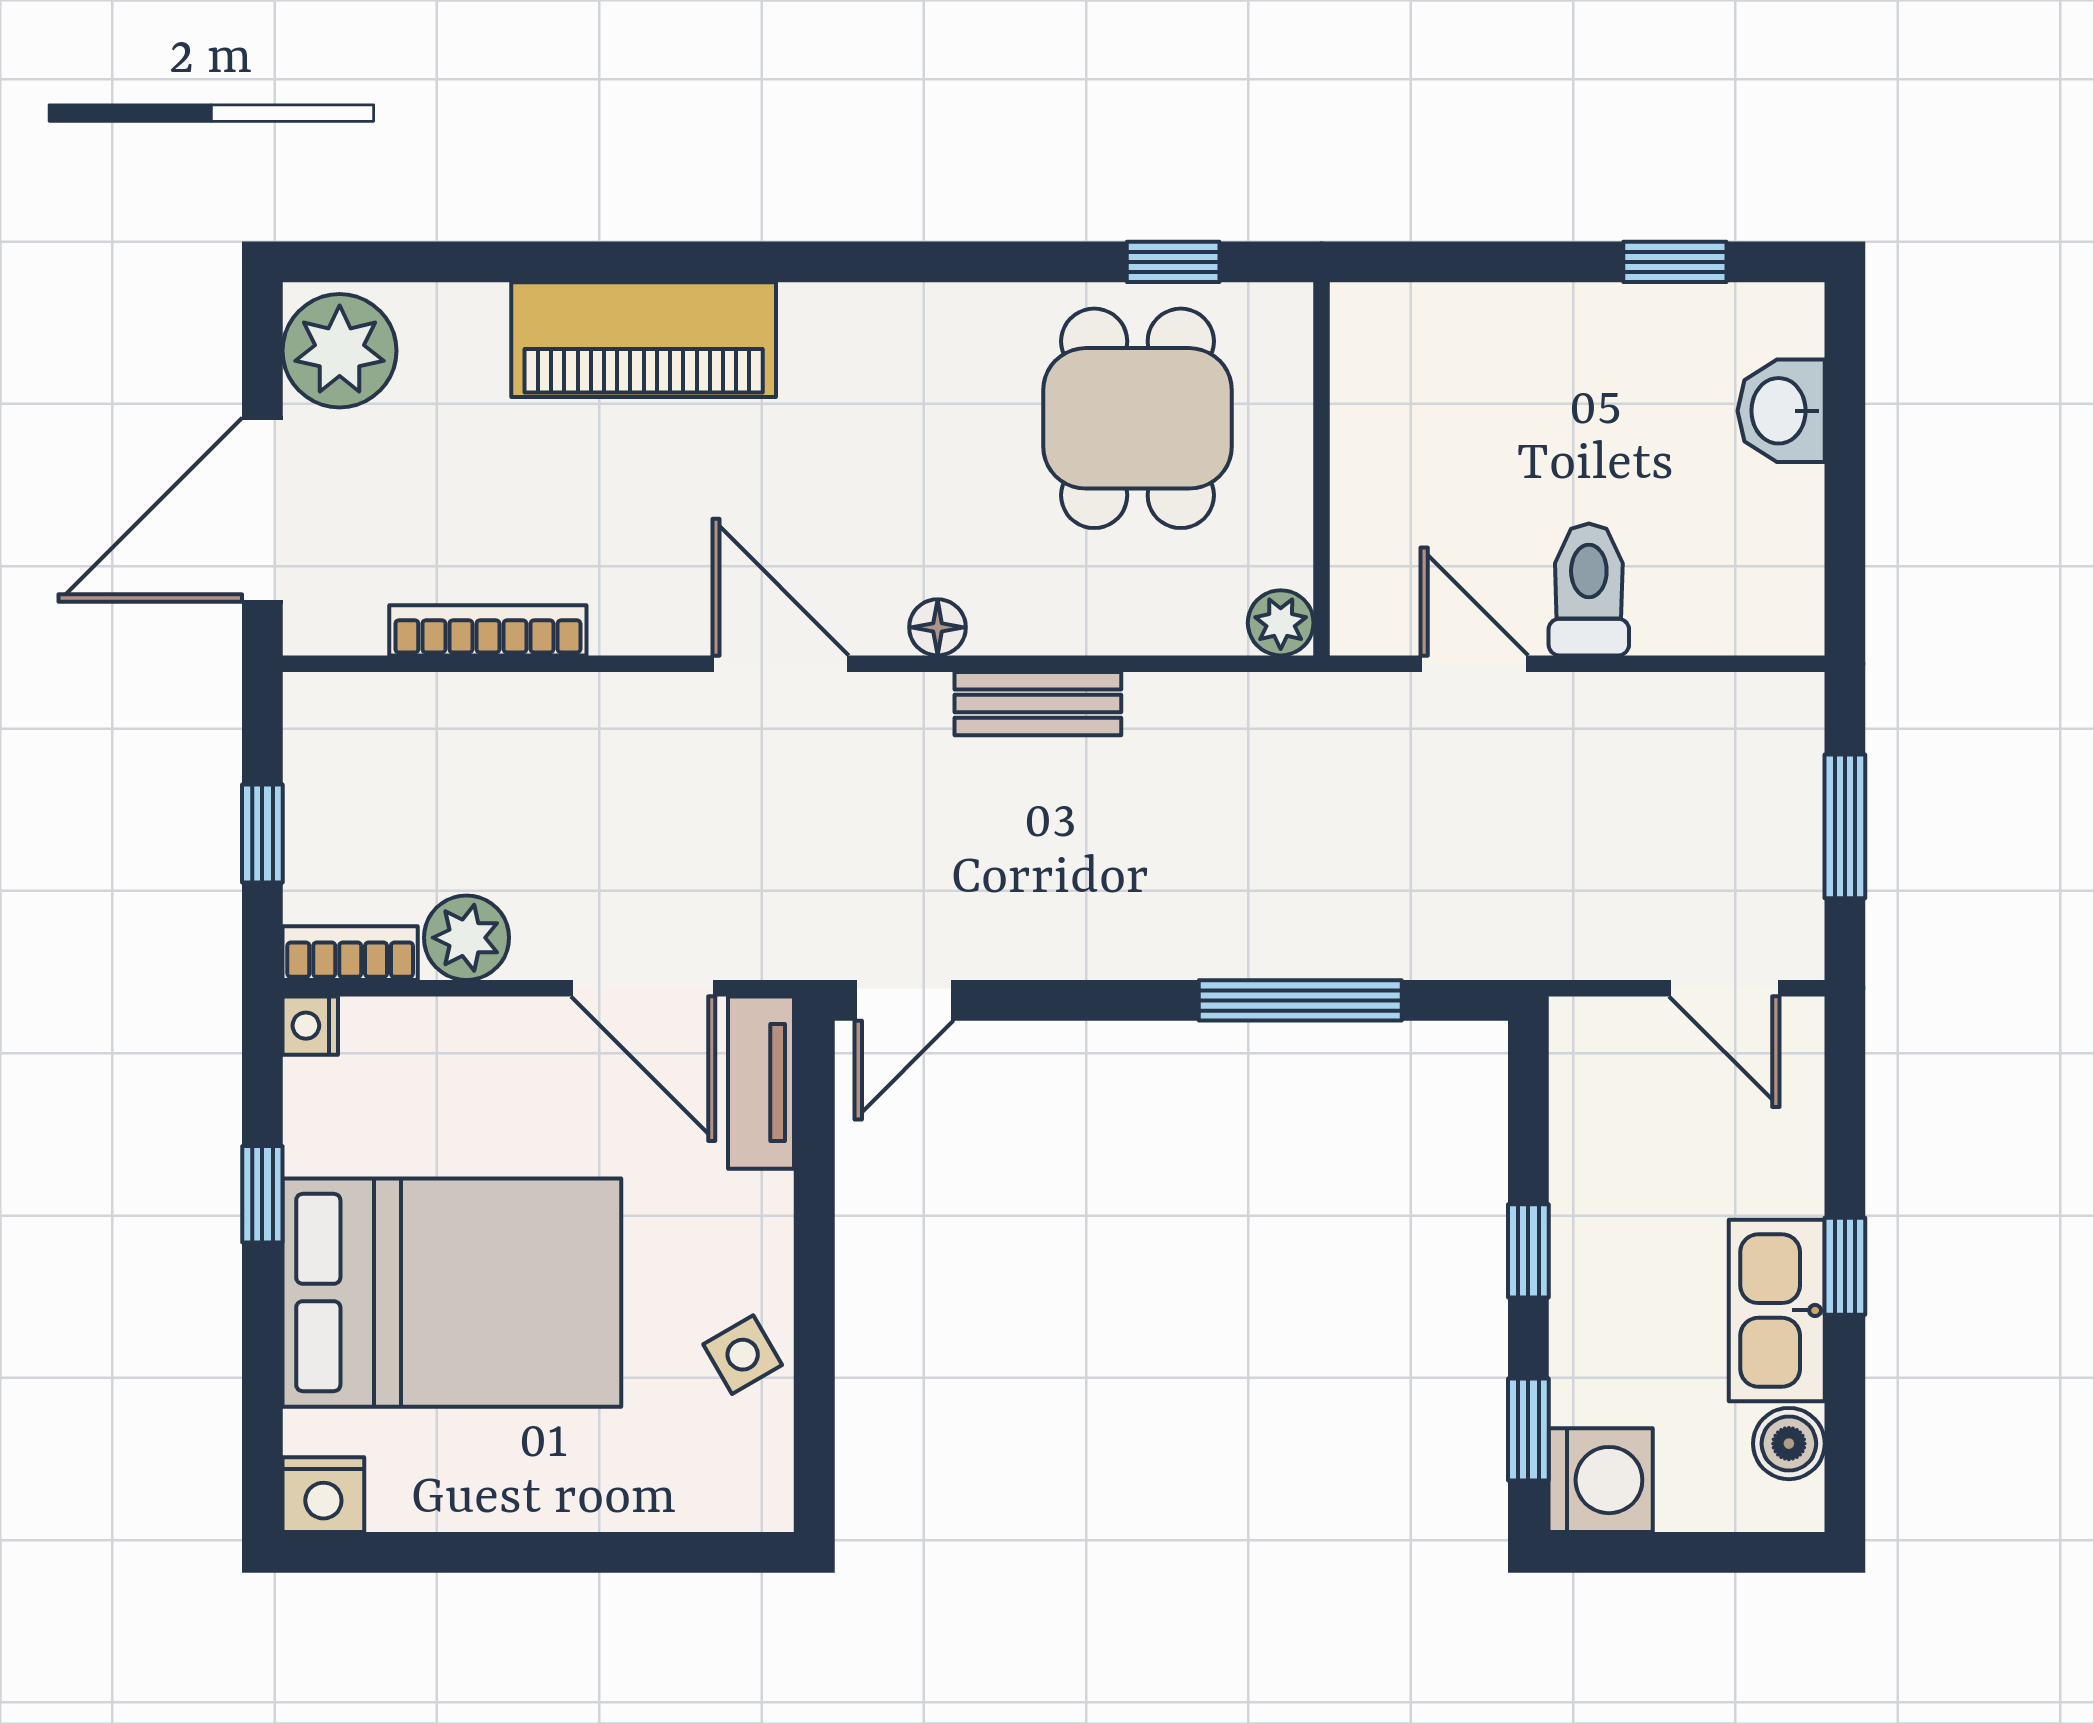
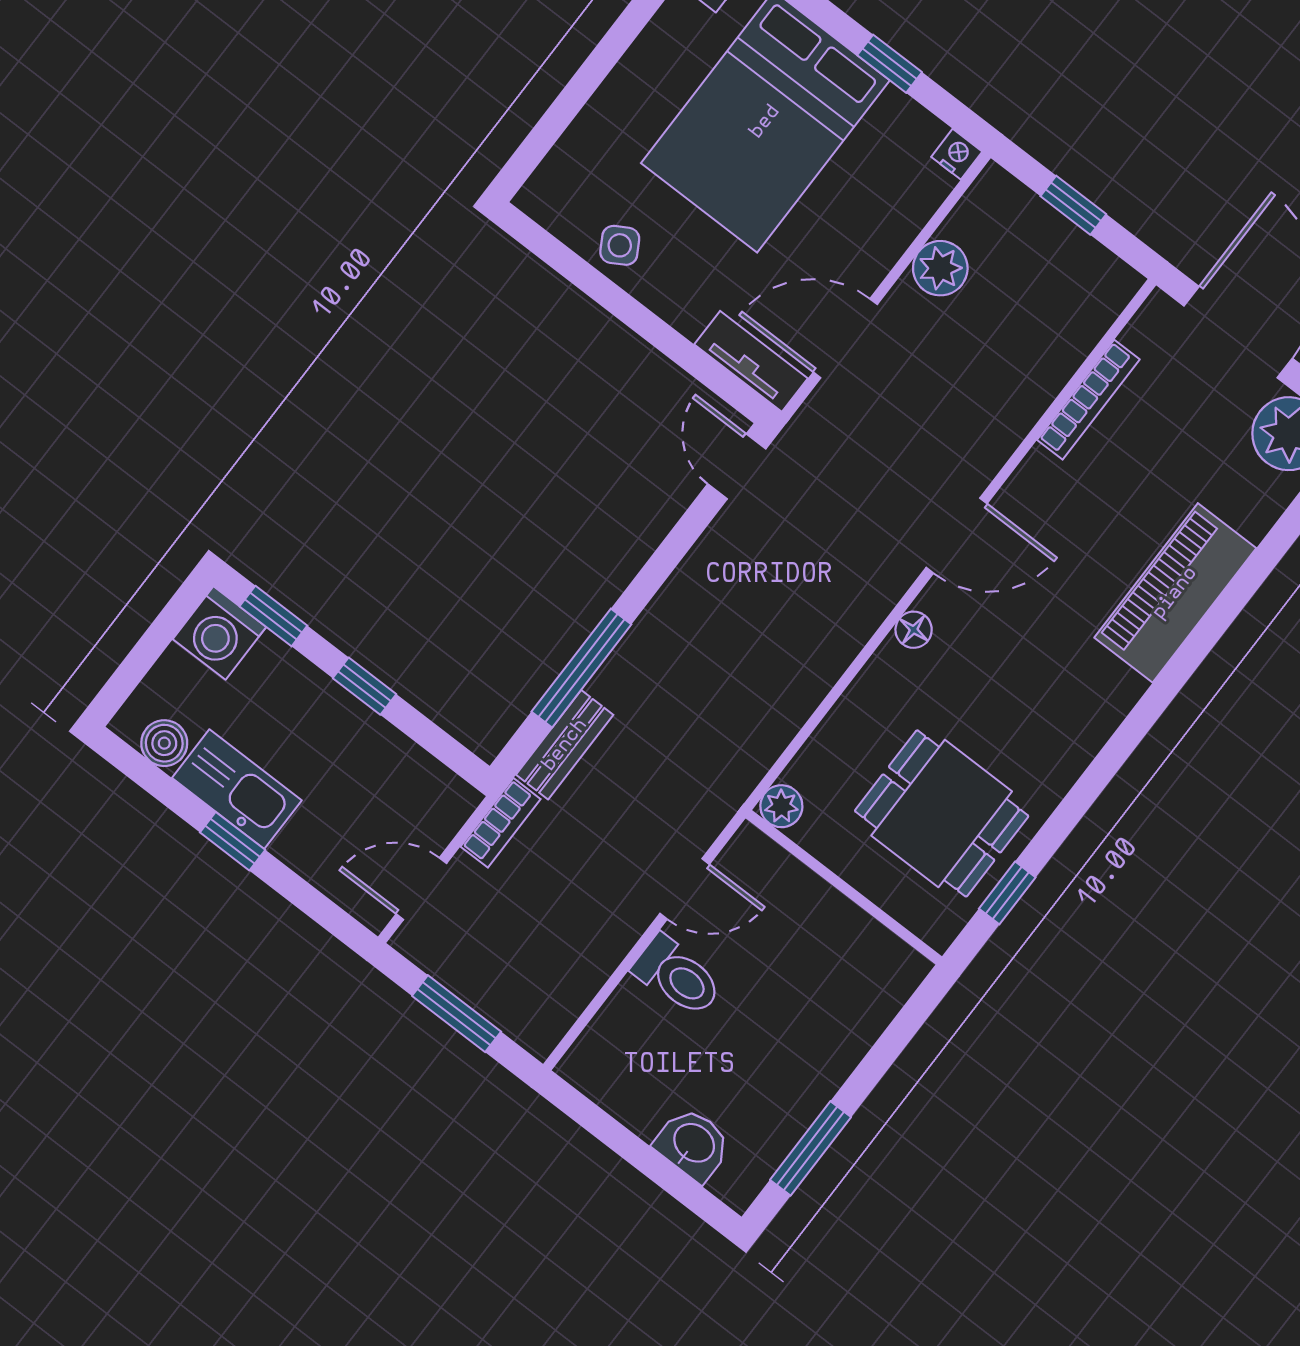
window: (1675, 262) -> (811, 1148), width x1.50
bench: (1038, 704) -> (565, 745), moved
bookcase: (350, 953) -> (501, 823), moved

